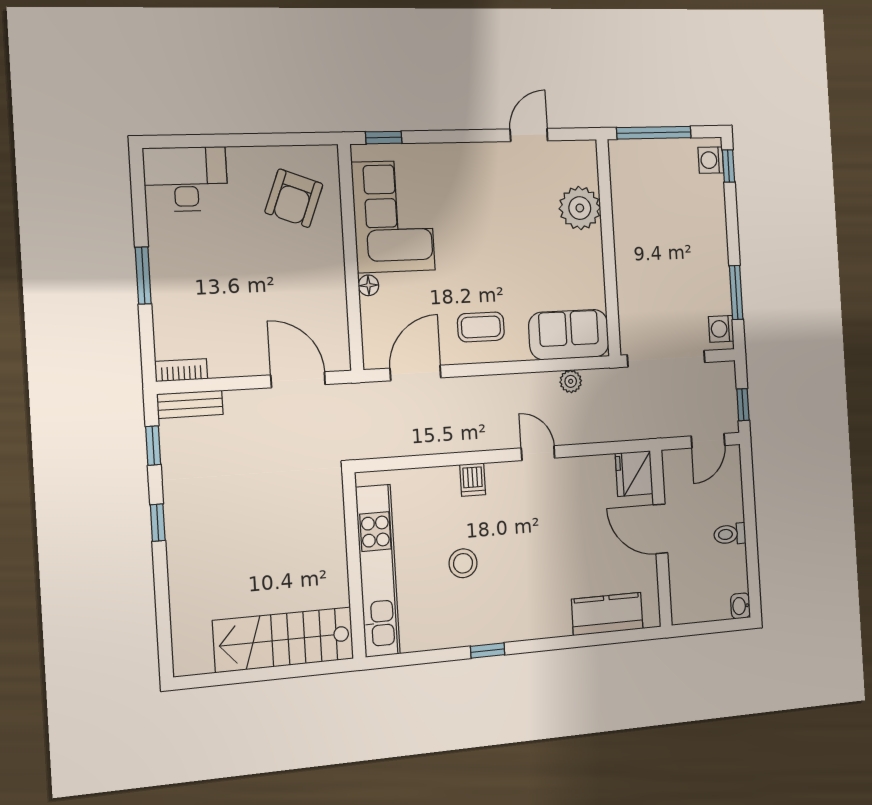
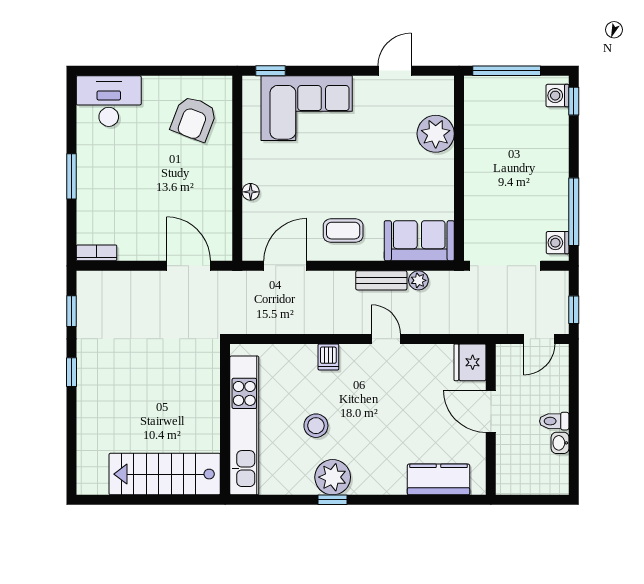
corner sofa: (393, 216) -> (307, 108), moved, turned 90
window: (736, 292) -> (574, 212), width x1.44
bench: (190, 404) -> (381, 280), moved
washbasin: (740, 606) -> (560, 443), moved
plant: (486, 623) -> (333, 477), added

